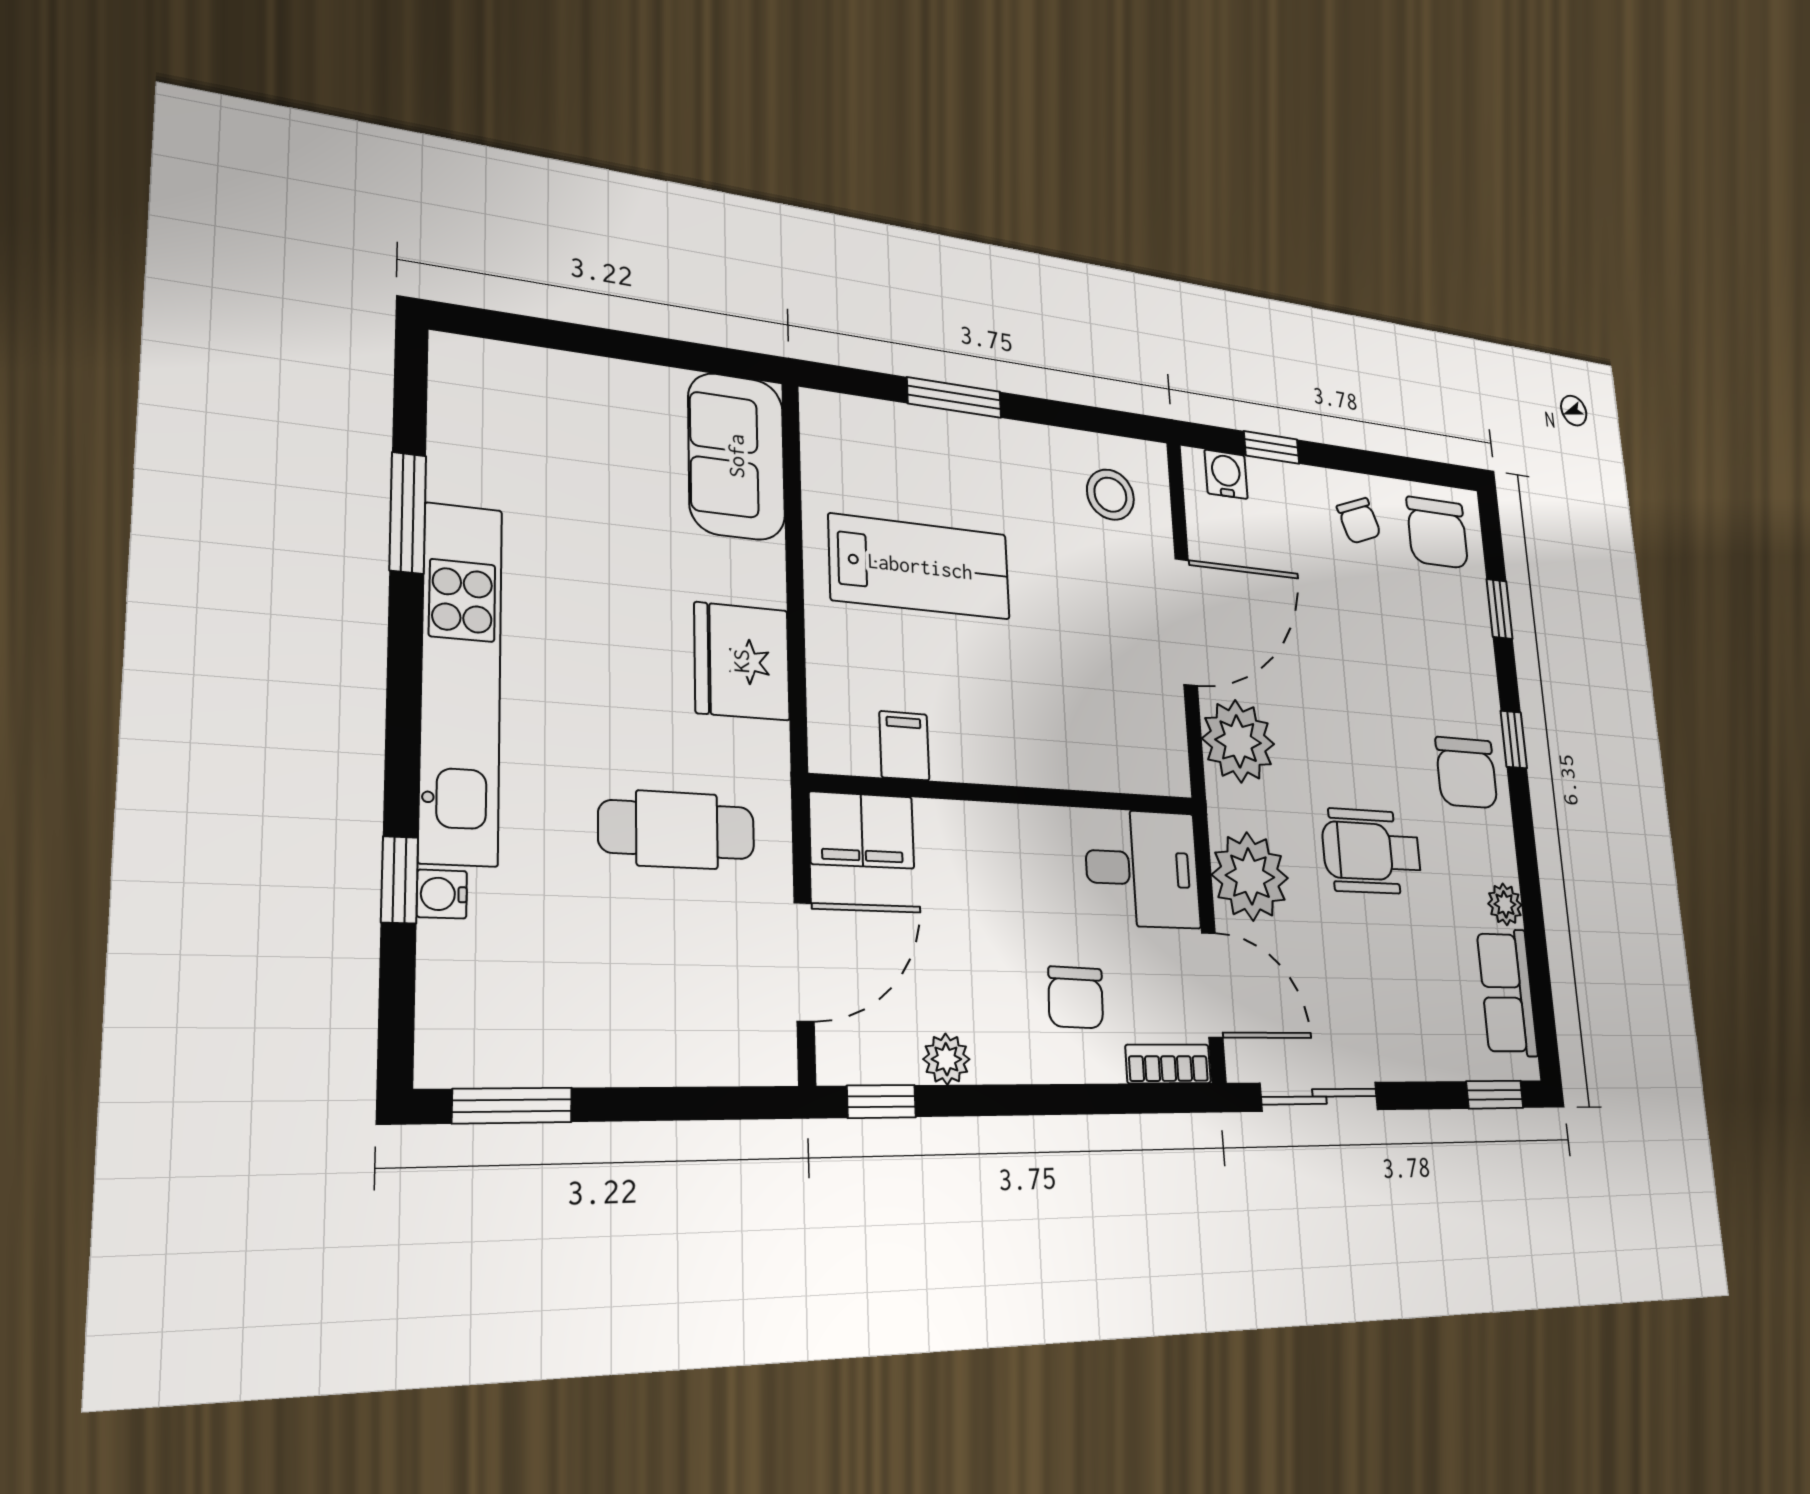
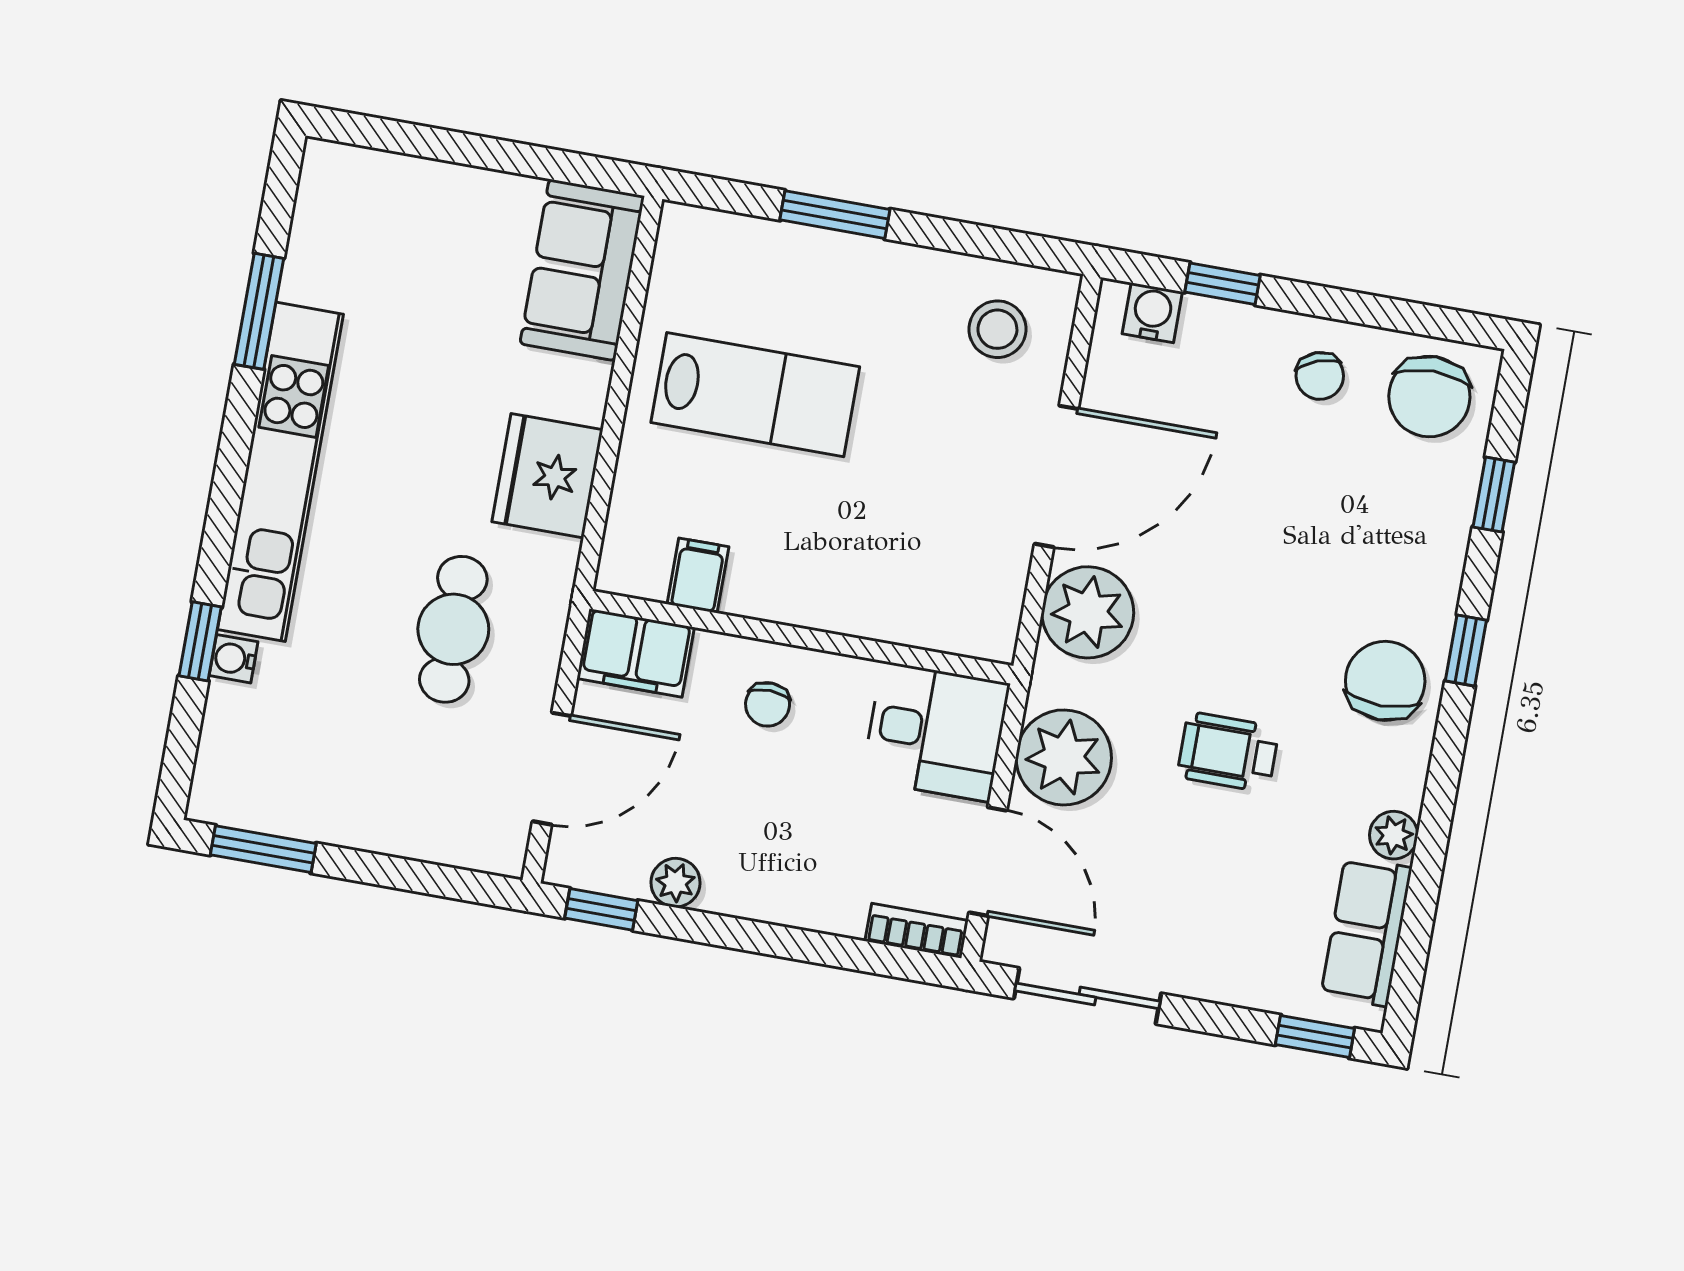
chair: (1466, 773) -> (1385, 681), turned 180
cafe table: (677, 830) -> (453, 629), turned 90
wheelchair: (1372, 851) -> (1228, 752), width x0.73, depth x0.73
chair: (1076, 997) -> (768, 704), moved, width x0.73, depth x0.73

